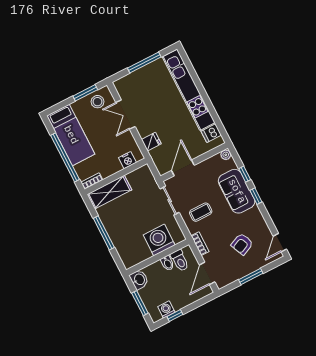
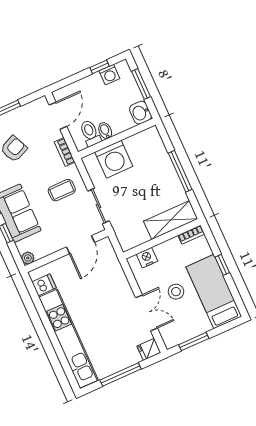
stool: (97, 102) -> (176, 292), moved
fridge: (151, 142) -> (149, 349), moved
window: (65, 157) -> (222, 265), width x0.32

